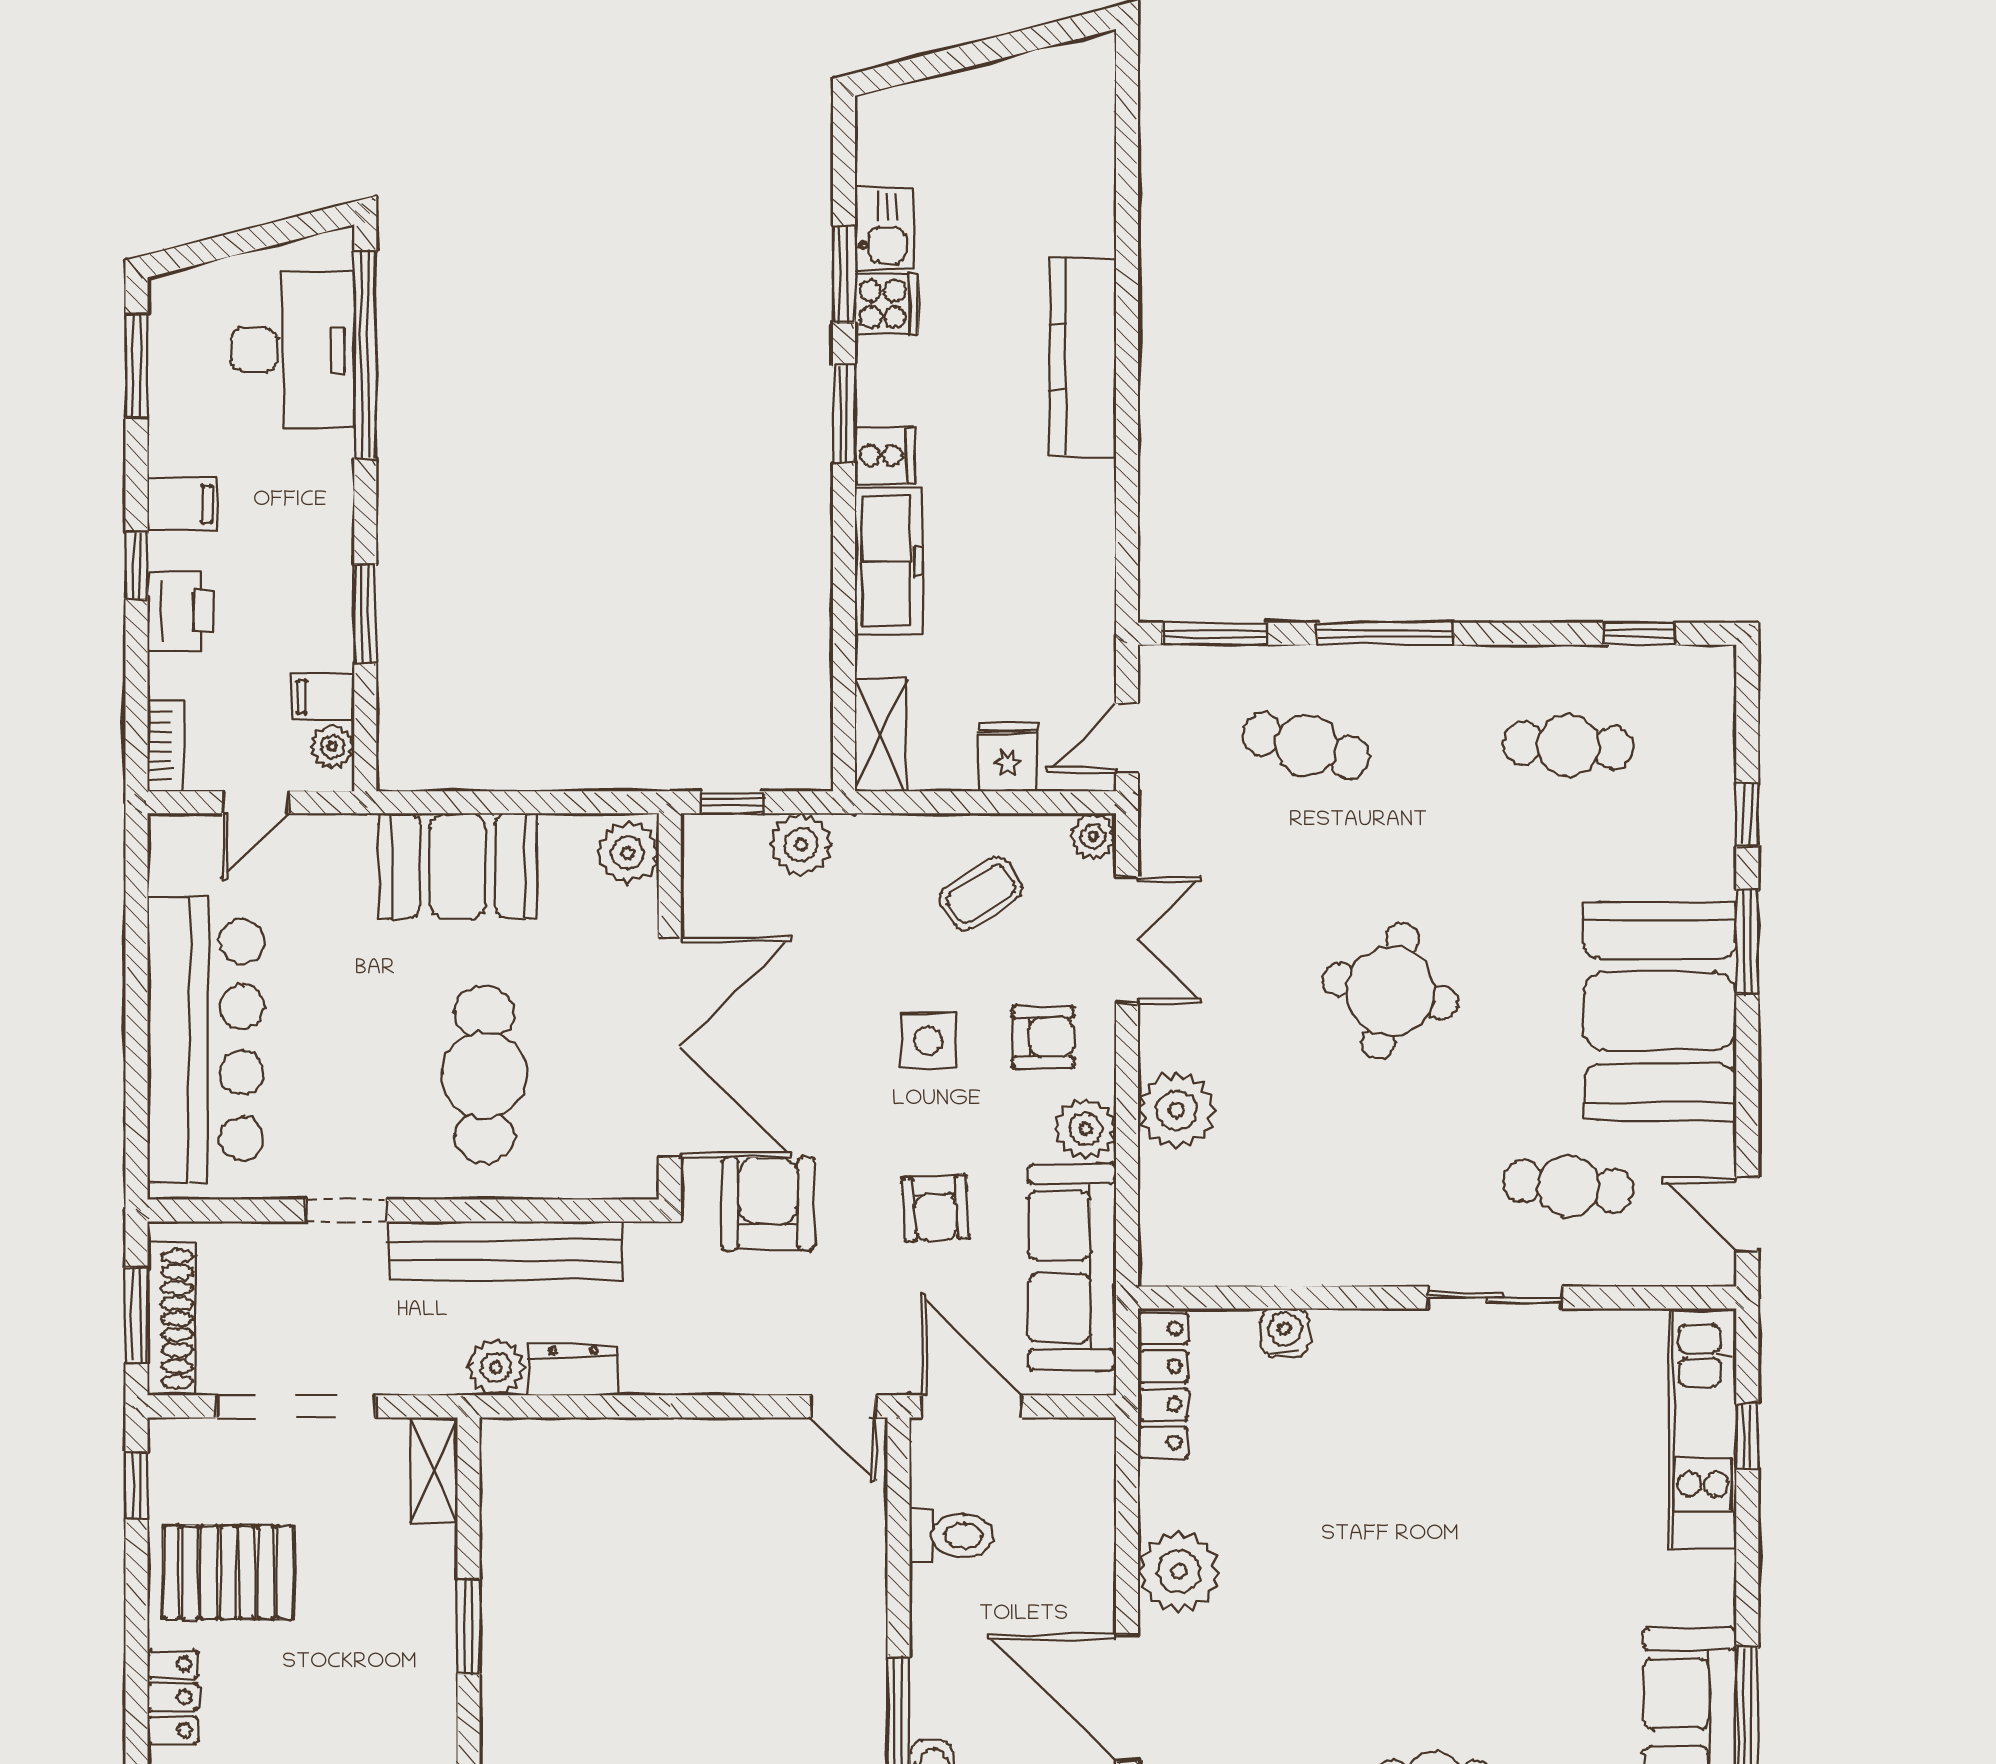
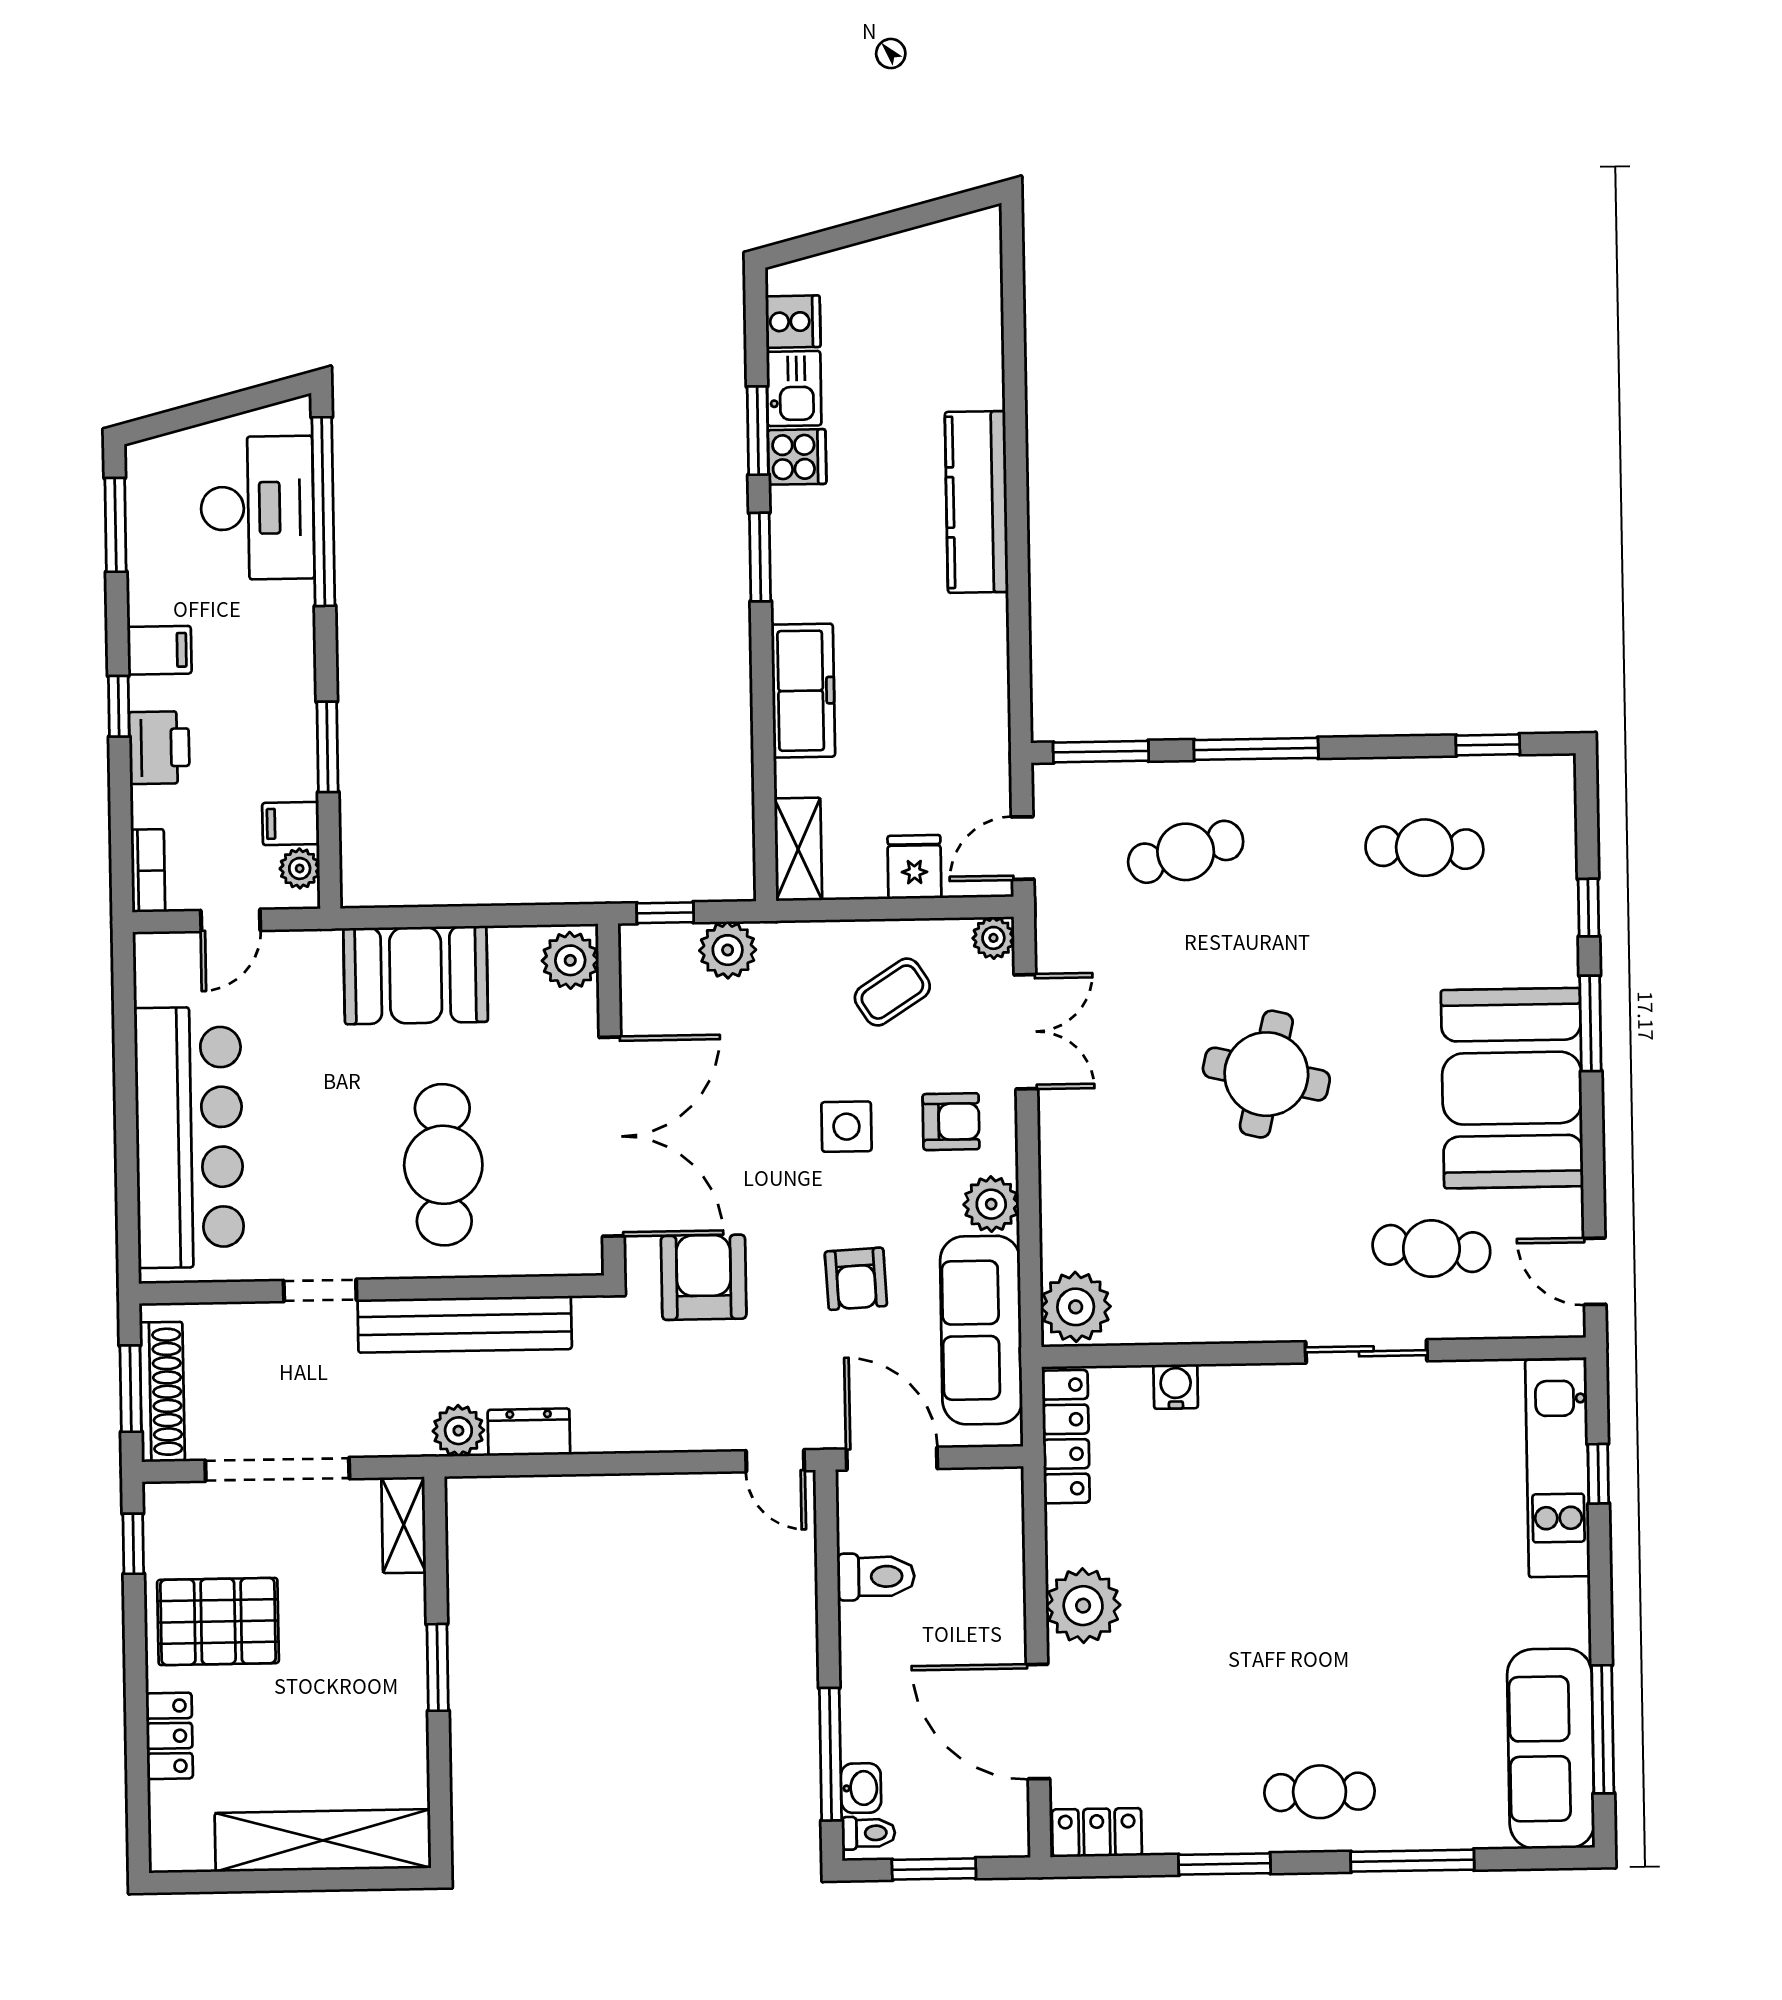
cooker: (885, 455) -> (793, 322), moved
cafe table: (1306, 745) -> (1186, 852), turned -30
plant: (1176, 1110) -> (1076, 1307), moved

